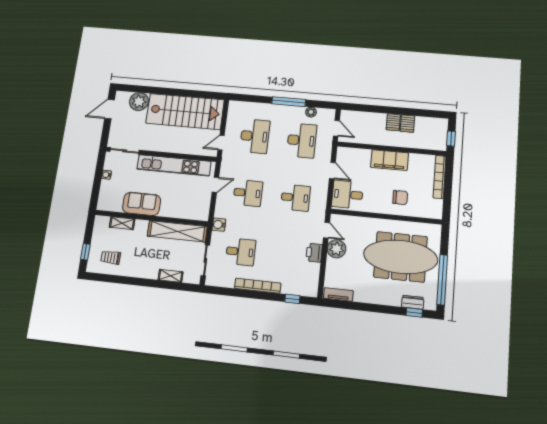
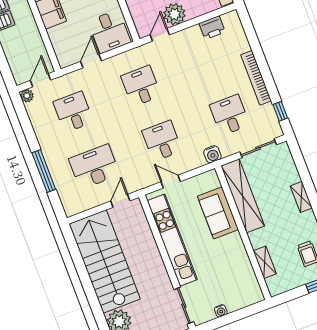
window: (289, 102) -> (44, 171), moved
plant: (311, 112) -> (27, 96), moved
desk: (302, 140) -> (73, 112), width x0.73
door: (221, 143) -> (120, 201), swing flipped
sofa: (142, 204) -> (218, 213), moved
printer: (314, 253) -> (212, 28), moved
shelving: (171, 276) -> (301, 197), moved
window: (292, 299) -> (280, 111), moved

